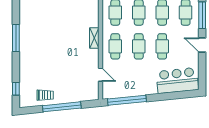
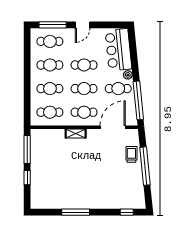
door: (100, 75) -> (113, 127), width x1.88
cafe table: (139, 80) -> (118, 89), added
plant: (152, 90) -> (128, 75), added
trolley: (45, 95) -> (131, 154), moved

